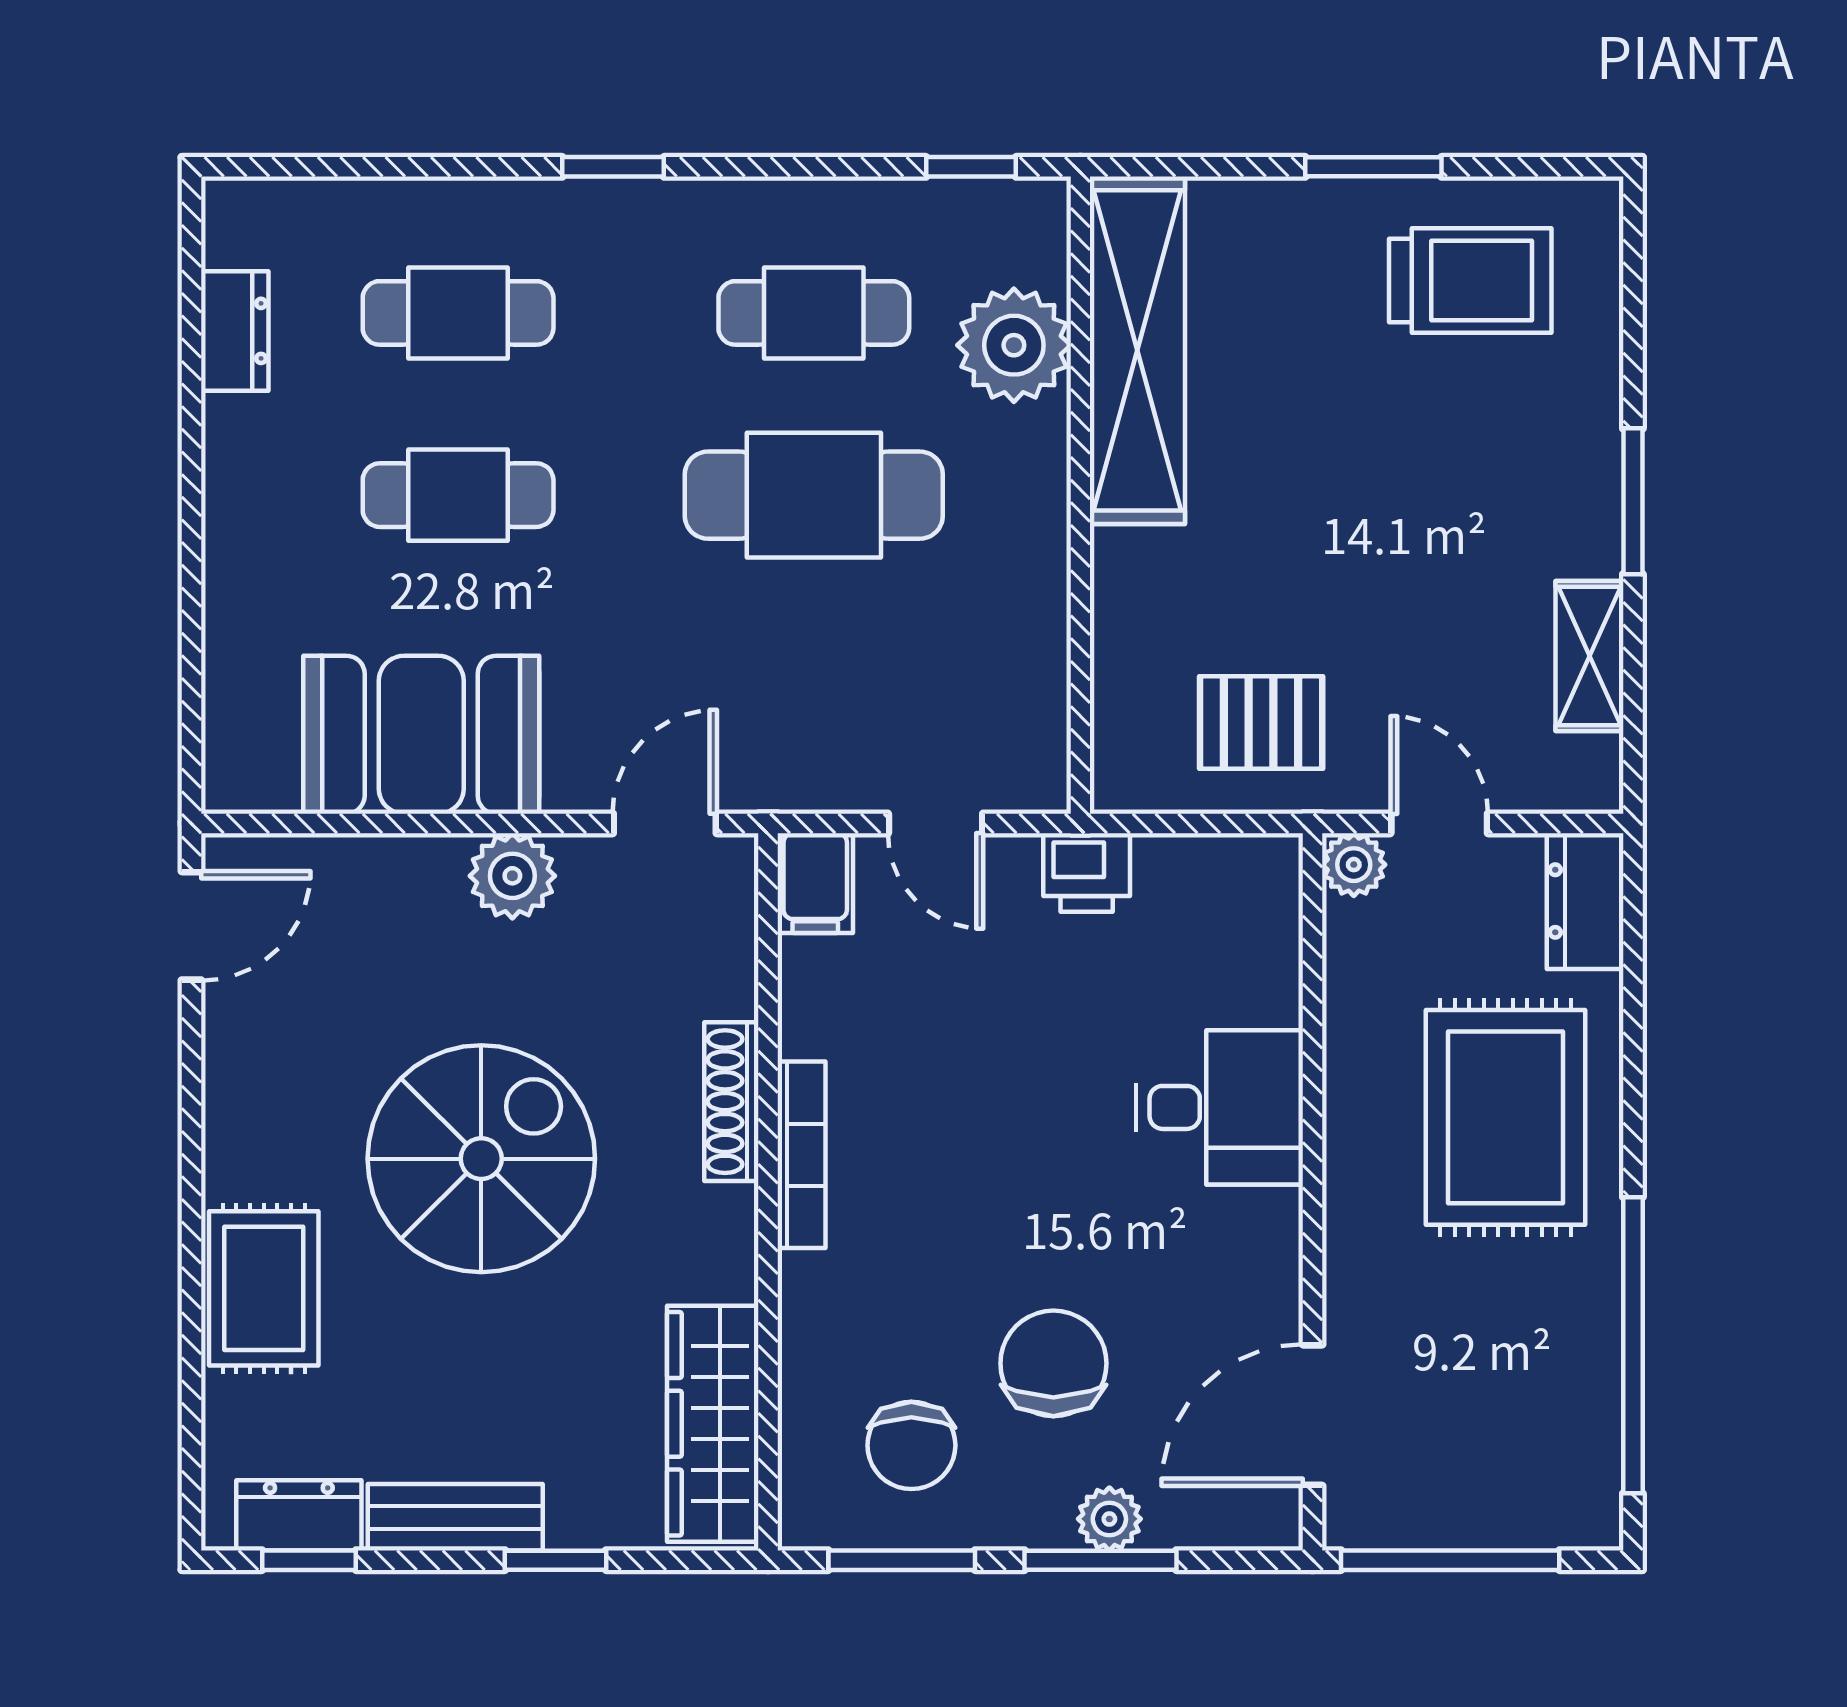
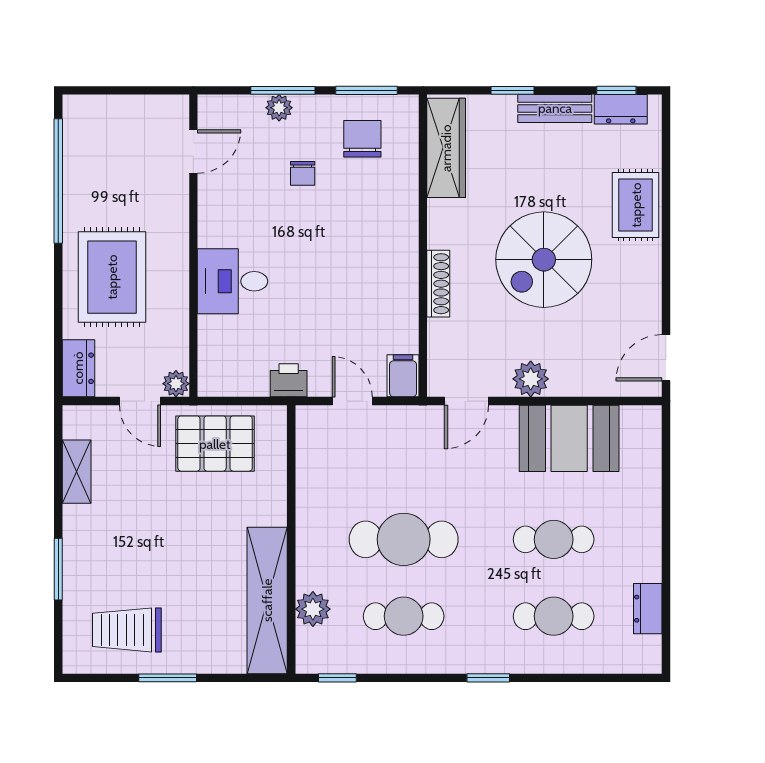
plant: (1014, 345) -> (313, 609), width x0.73, depth x0.73
window: (1633, 501) -> (58, 569), moved
pallet: (1261, 723) -> (215, 444), width x1.50, depth x1.42
bookcase: (802, 1155) -> (409, 261), removed
chair: (1053, 1363) -> (303, 173), width x0.54, depth x0.54
door: (1313, 1415) -> (193, 152), width x0.73
window: (1450, 1560) -> (135, 90), removed

